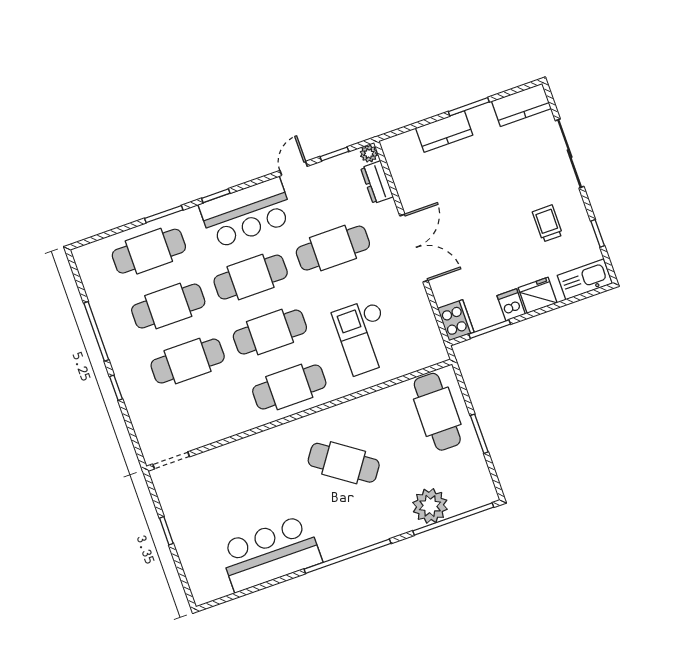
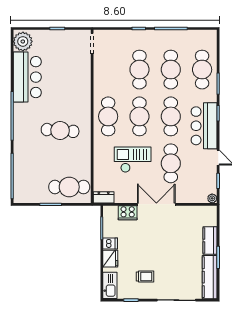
kitchen counter: (521, 105) -> (210, 277), width x1.50
dresser: (377, 182) -> (104, 197), moved
double door: (414, 248) -> (156, 204), swing flipped
cooker: (456, 320) -> (128, 213), moved
checkout: (365, 337) -> (133, 160), moved
cafe table: (344, 463) -> (60, 130), turned 59
plant: (430, 506) -> (23, 41), moved

